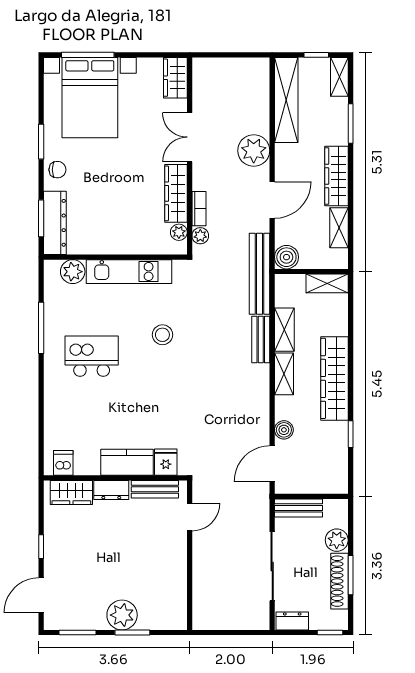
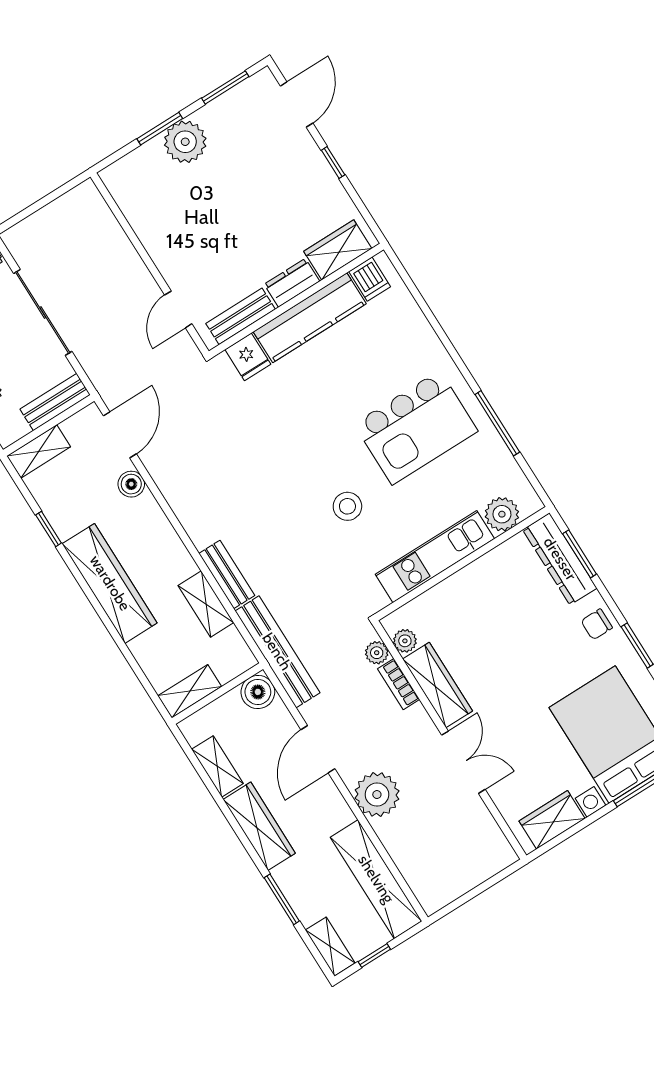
wardrobe: (175, 78) -> (552, 820), moved, turned -90
kitchen island: (92, 356) -> (416, 428), width x1.37, depth x1.28
shelving: (284, 374) -> (39, 451), moved, turned 90
kitchen counter: (127, 462) -> (310, 318), width x1.50

